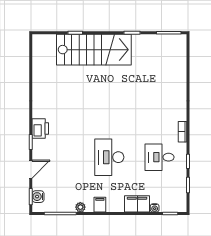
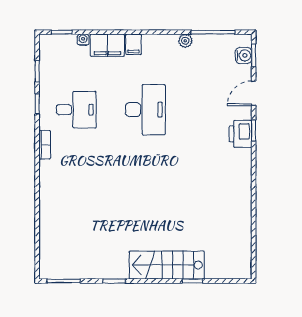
stairs: (94, 50) -> (167, 265), width x0.73, depth x0.66
printer: (40, 129) -> (241, 134), moved
filing cabinet: (100, 205) -> (133, 44), moved

